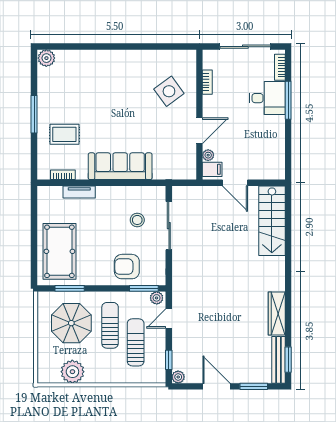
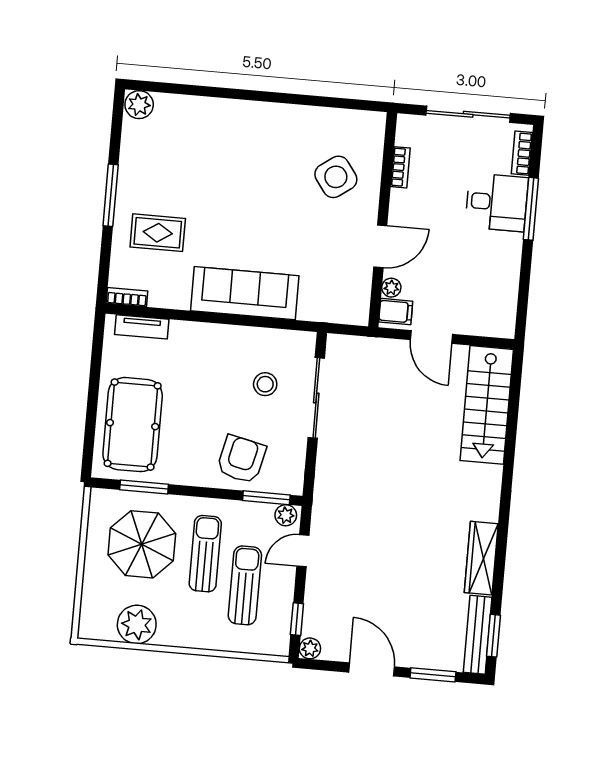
bookcase: (63, 175) -> (127, 297), moved
tv unit: (79, 192) -> (142, 327), moved
armchair: (127, 267) -> (241, 459), turned 103

